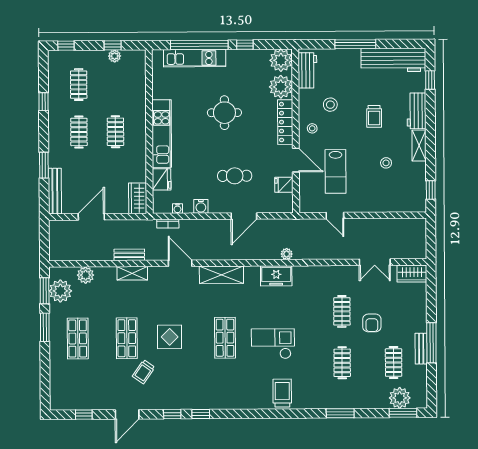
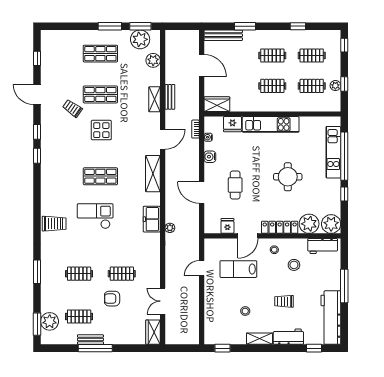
clothes rail: (115, 84) -> (312, 86), added
checkout: (273, 344) -> (95, 216), turned -90

